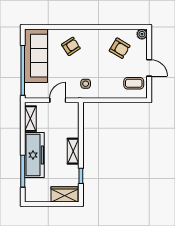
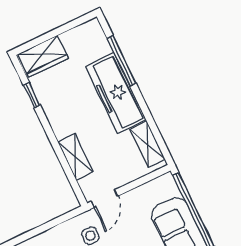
door: (58, 100) -> (105, 199), moved
shelving: (73, 151) -> (75, 157), moved

